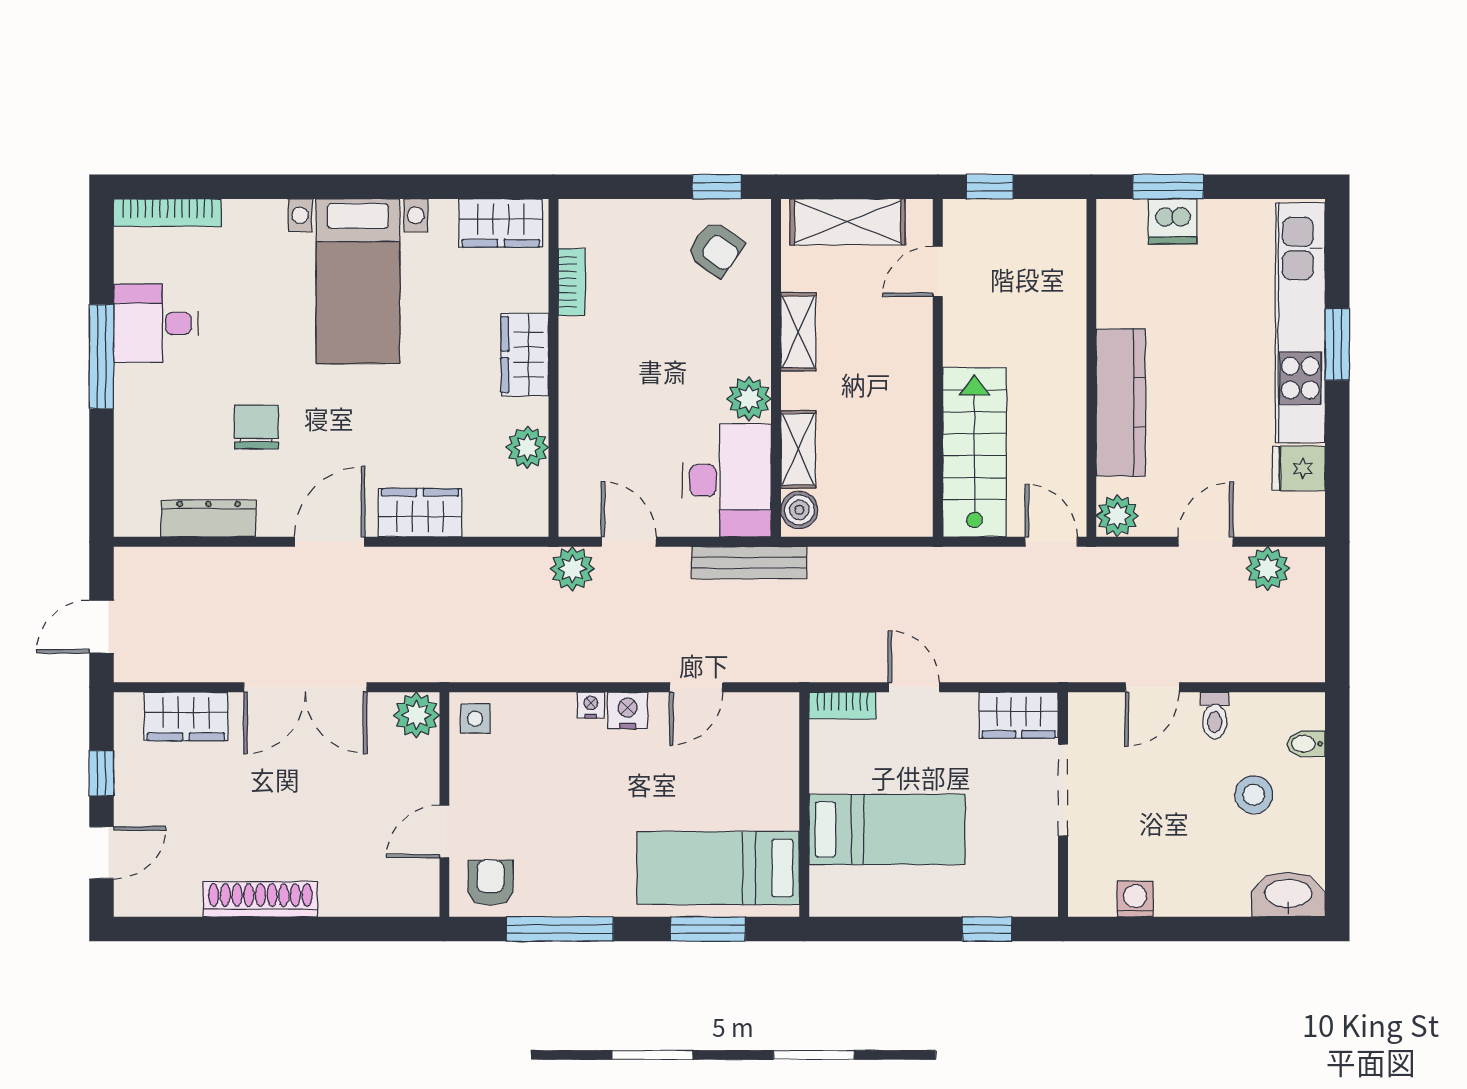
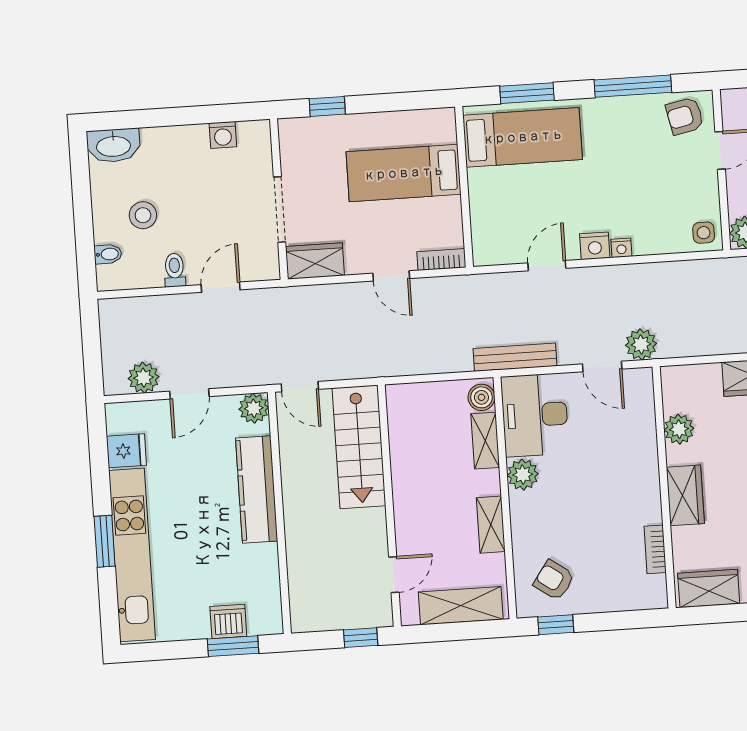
armchair: (490, 883) -> (685, 116), turned 78

